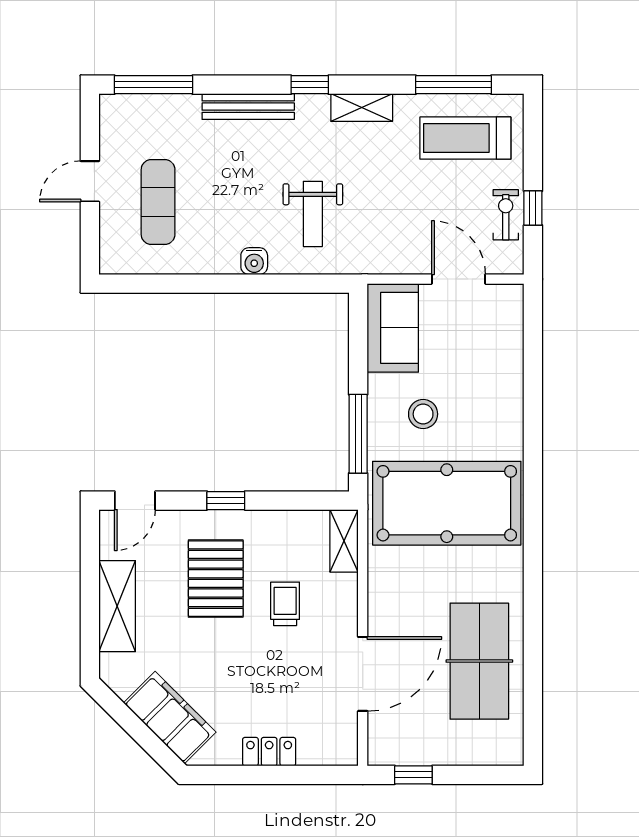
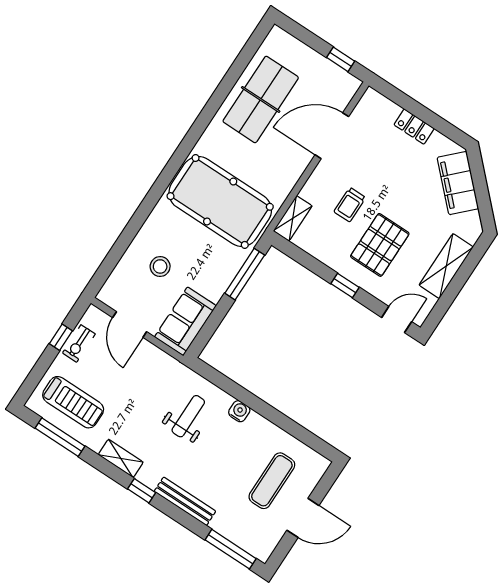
door: (90, 181) -> (303, 518), width x1.38
stool: (423, 414) -> (160, 266), moved

